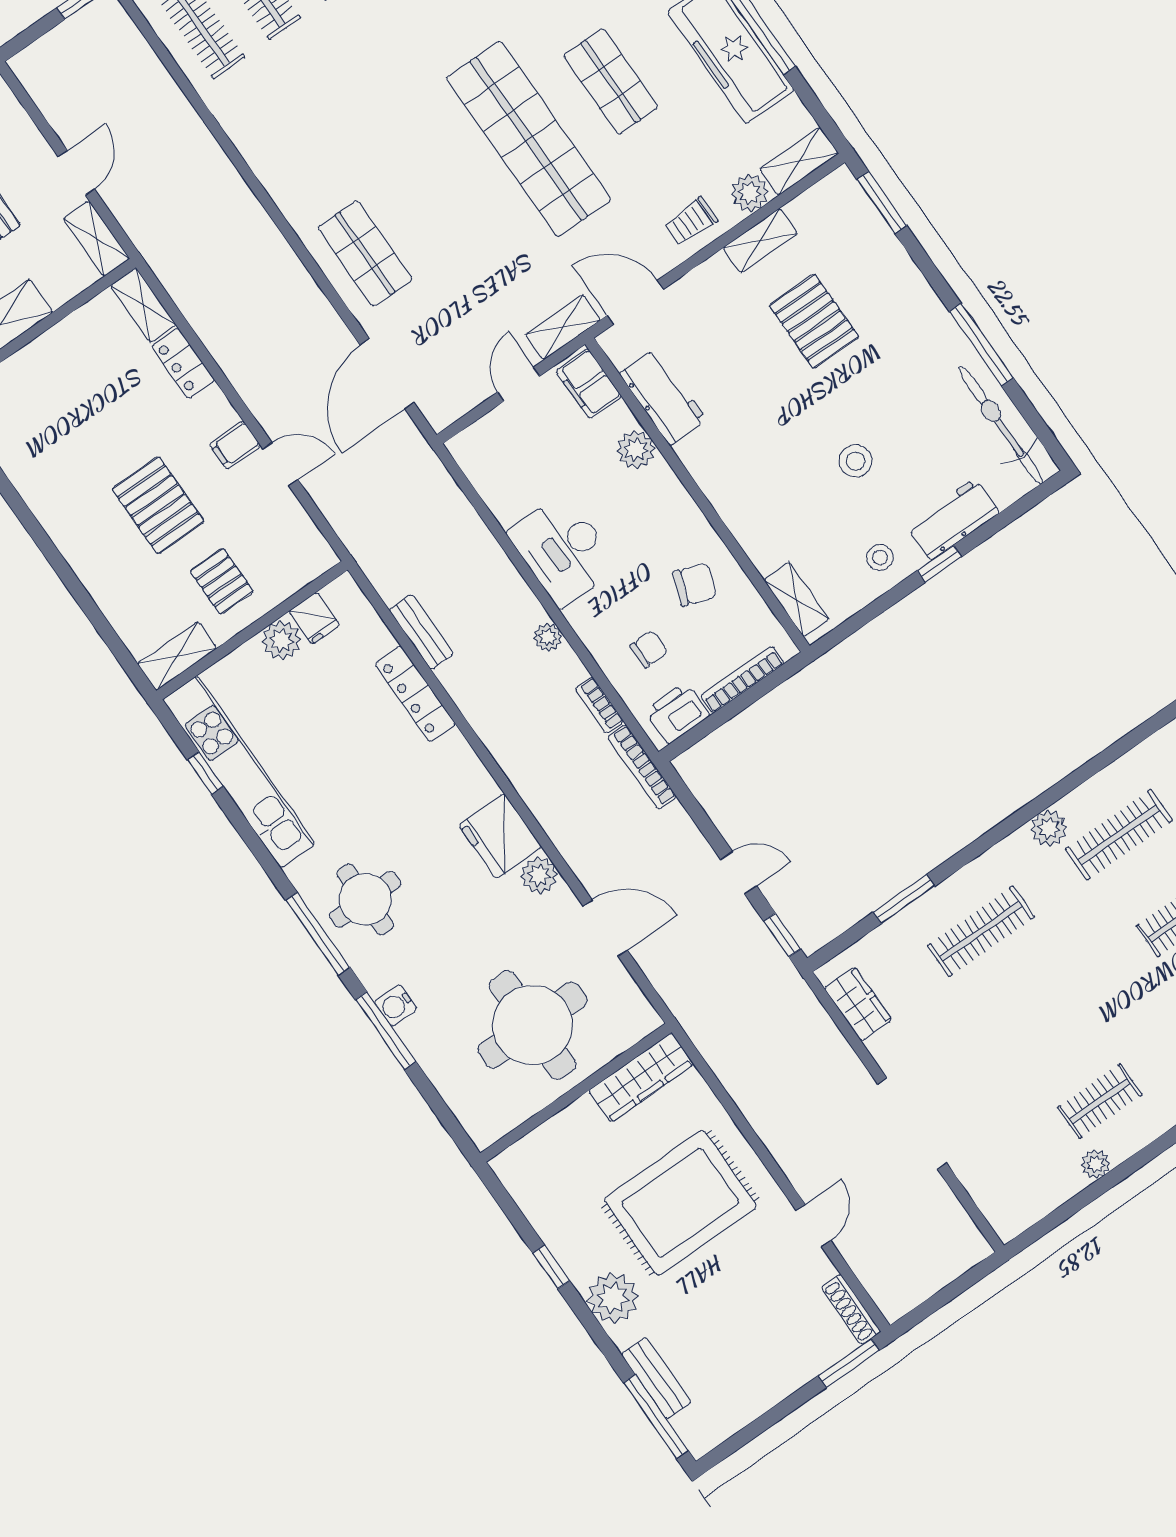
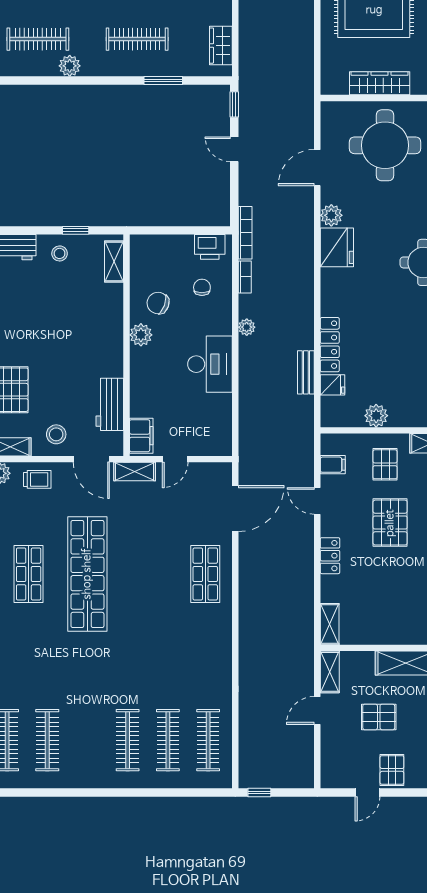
locker: (183, 363) -> (330, 556), moved
filing cabinet: (235, 445) -> (333, 465), moved
plant: (636, 450) -> (141, 335), moved
stool: (856, 461) -> (56, 434), moved
window: (939, 564) -> (76, 230), moved
fridge: (314, 618) -> (332, 385), moved, turned 90
chair: (649, 649) -> (202, 287), turned 90
bookcase: (742, 679) -> (167, 241), removed
door: (605, 928) -> (317, 168), hinge flipped
wardrobe: (641, 1077) -> (380, 83), moved

